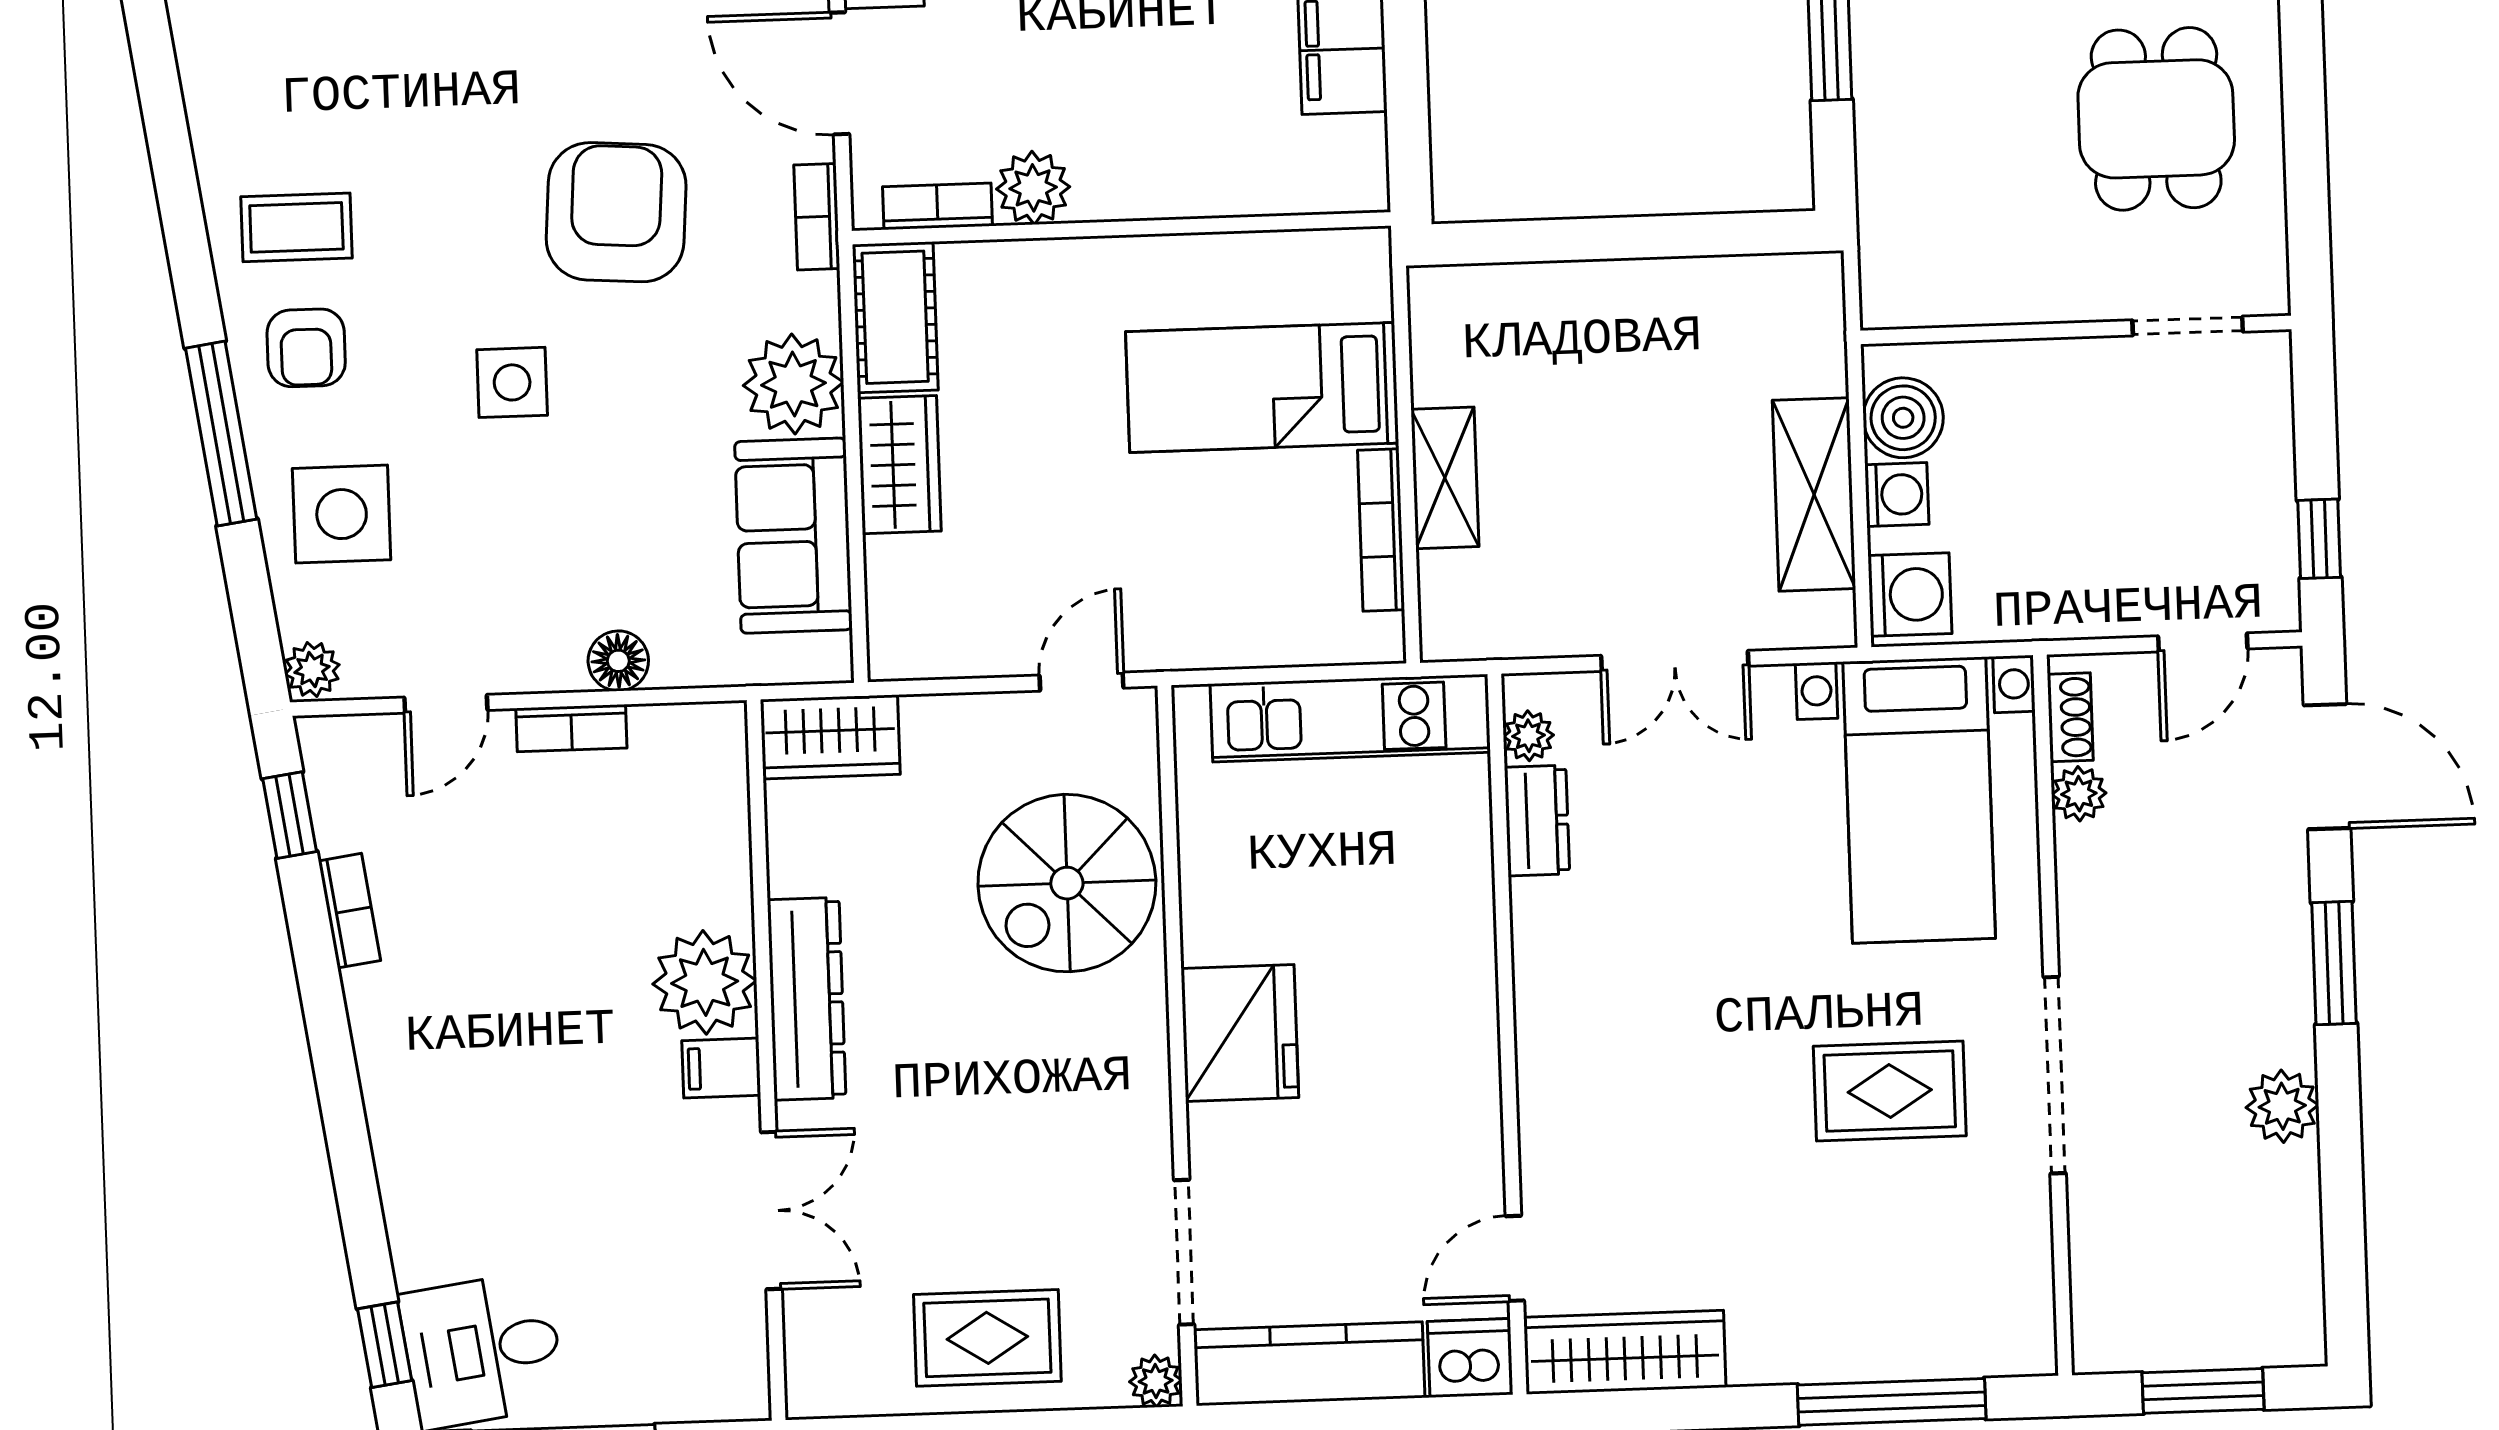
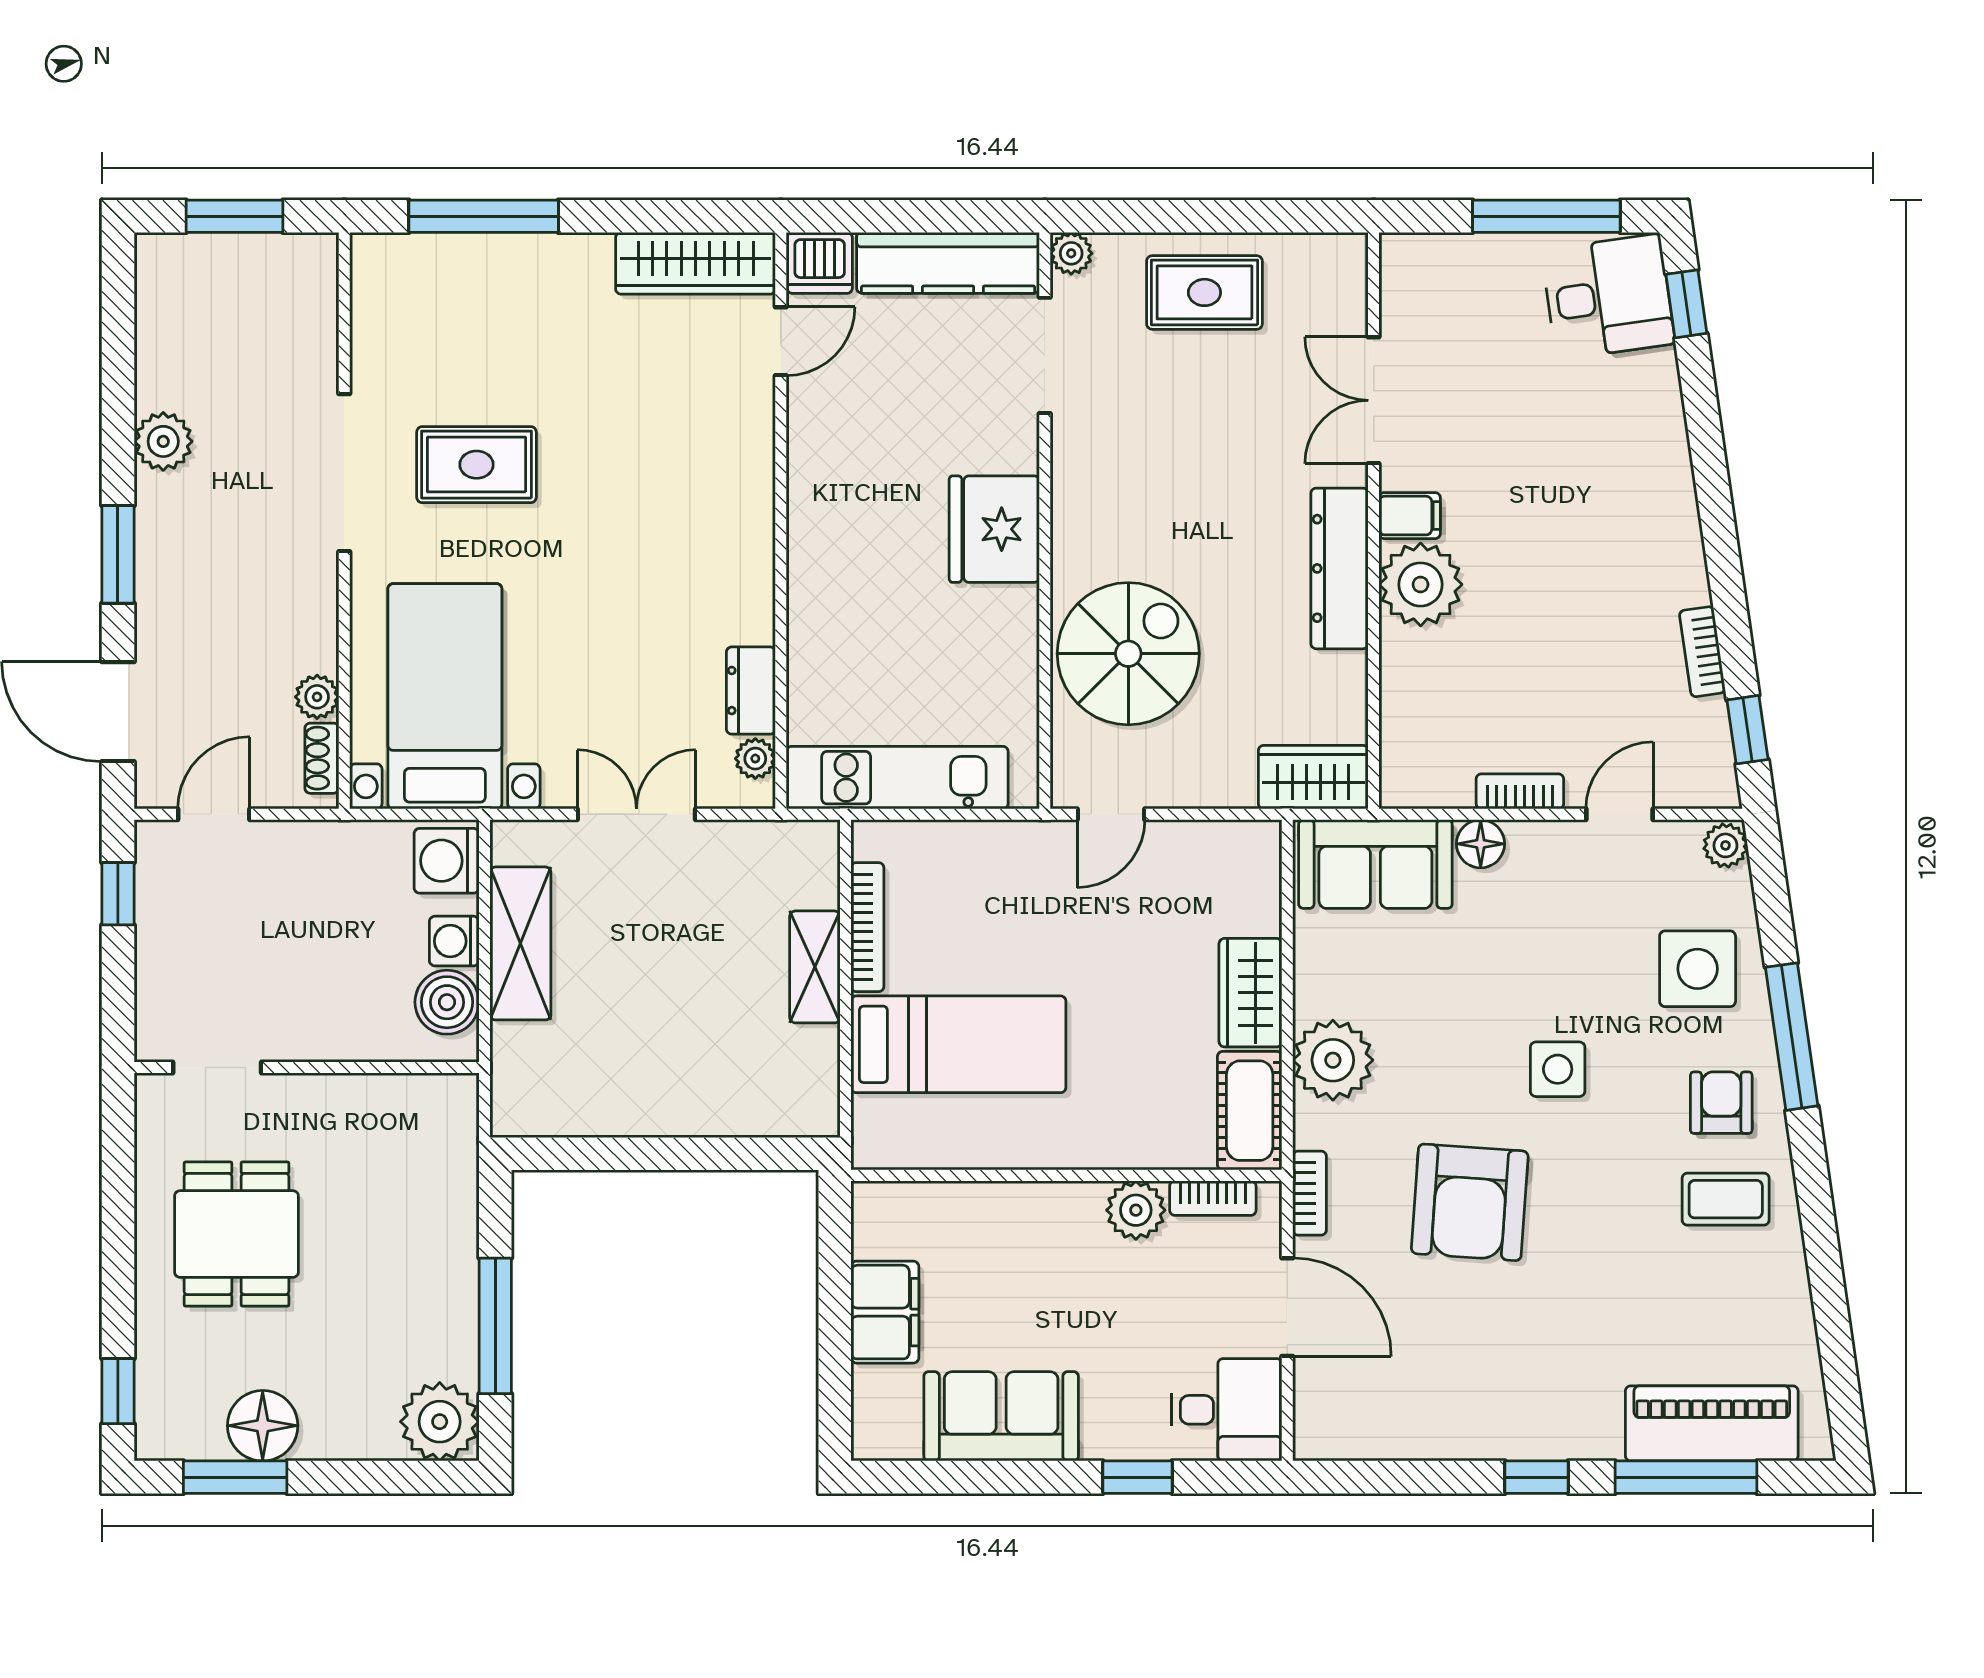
sofa: (793, 536) -> (1375, 864), moved, turned 90

